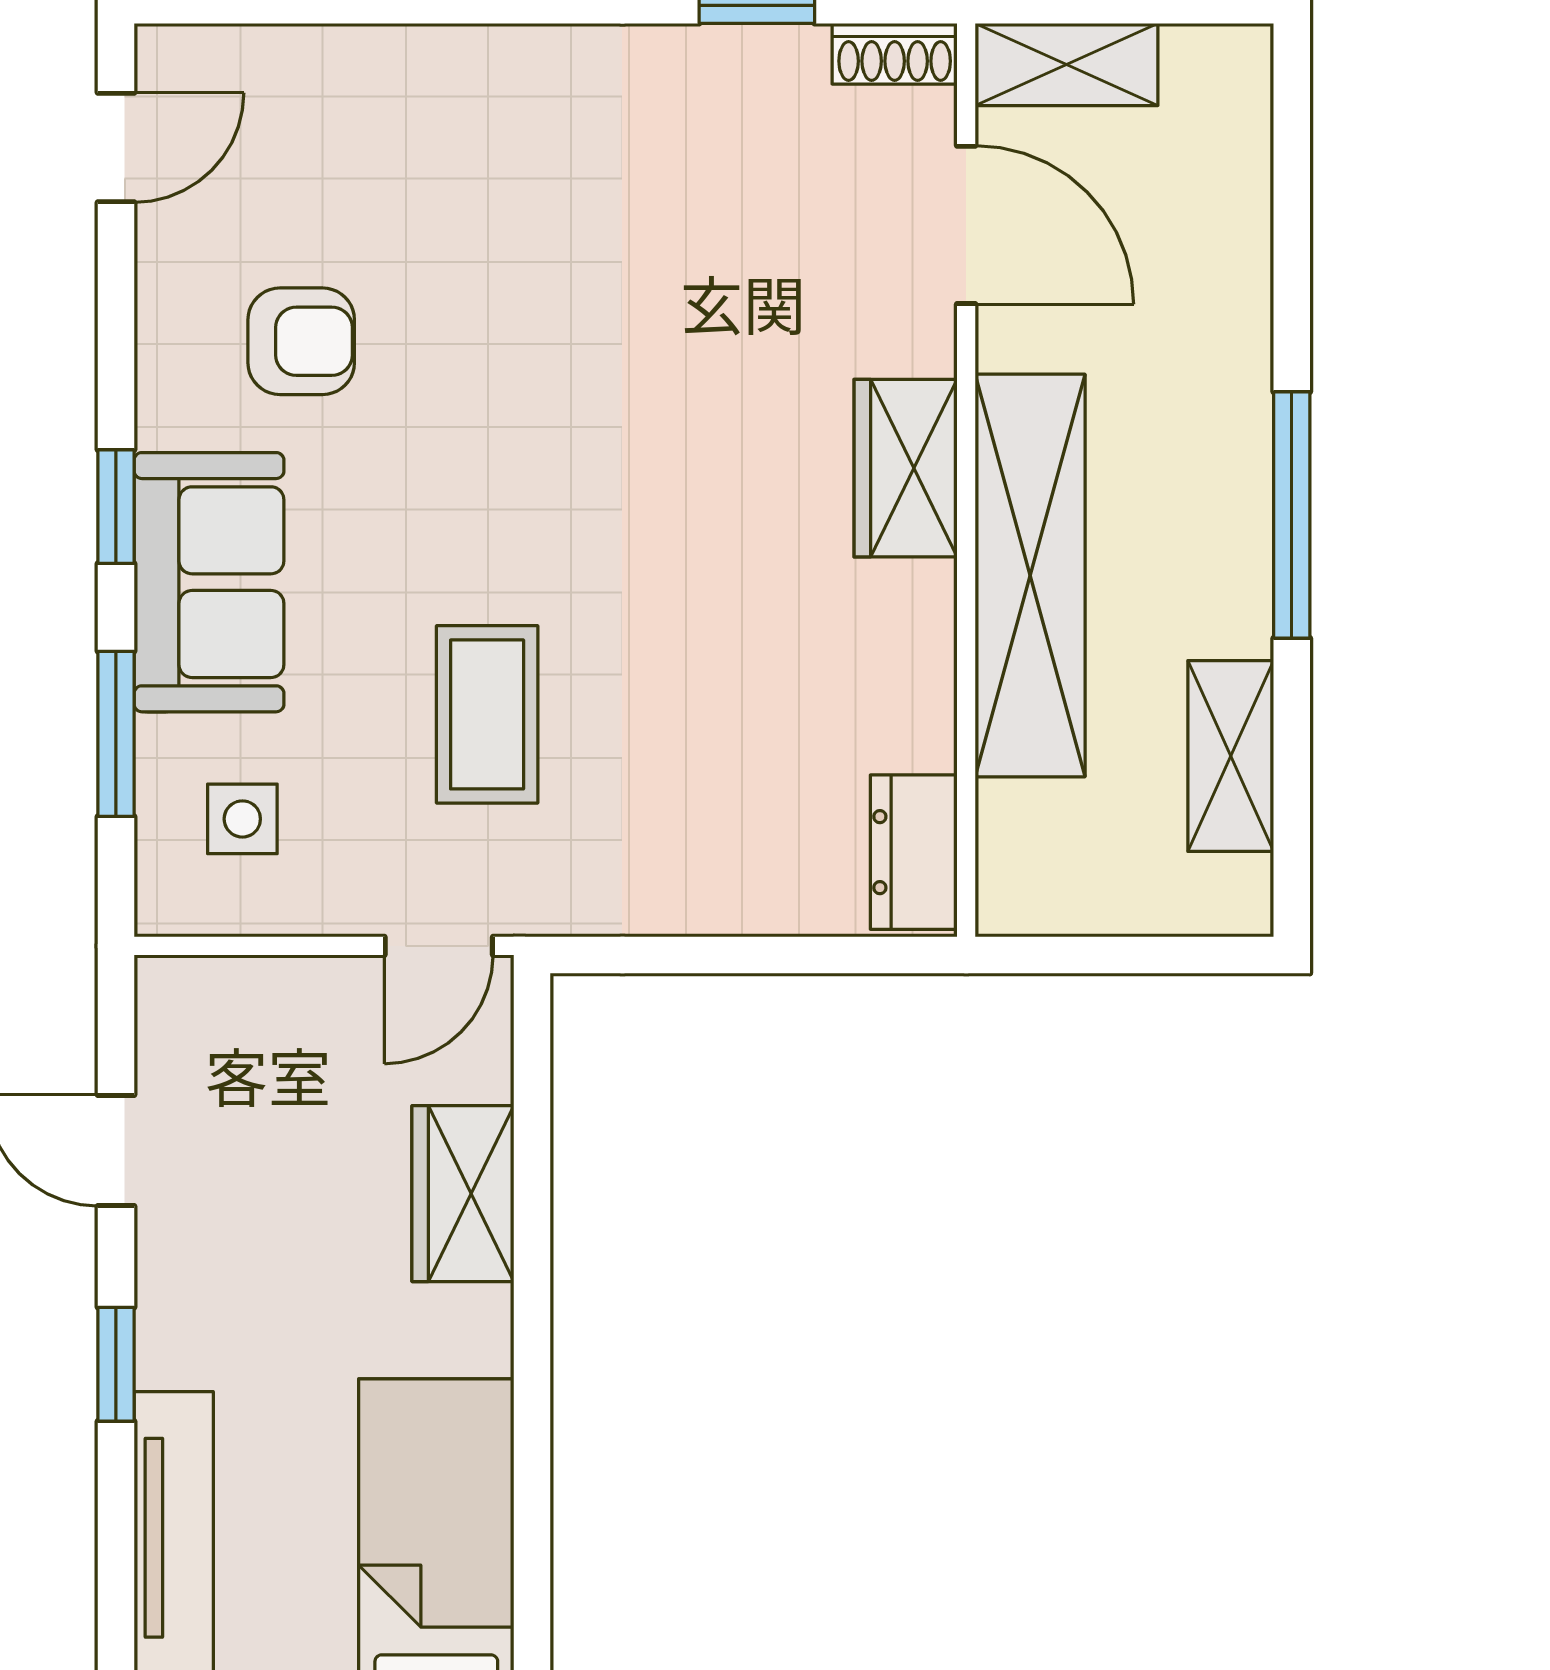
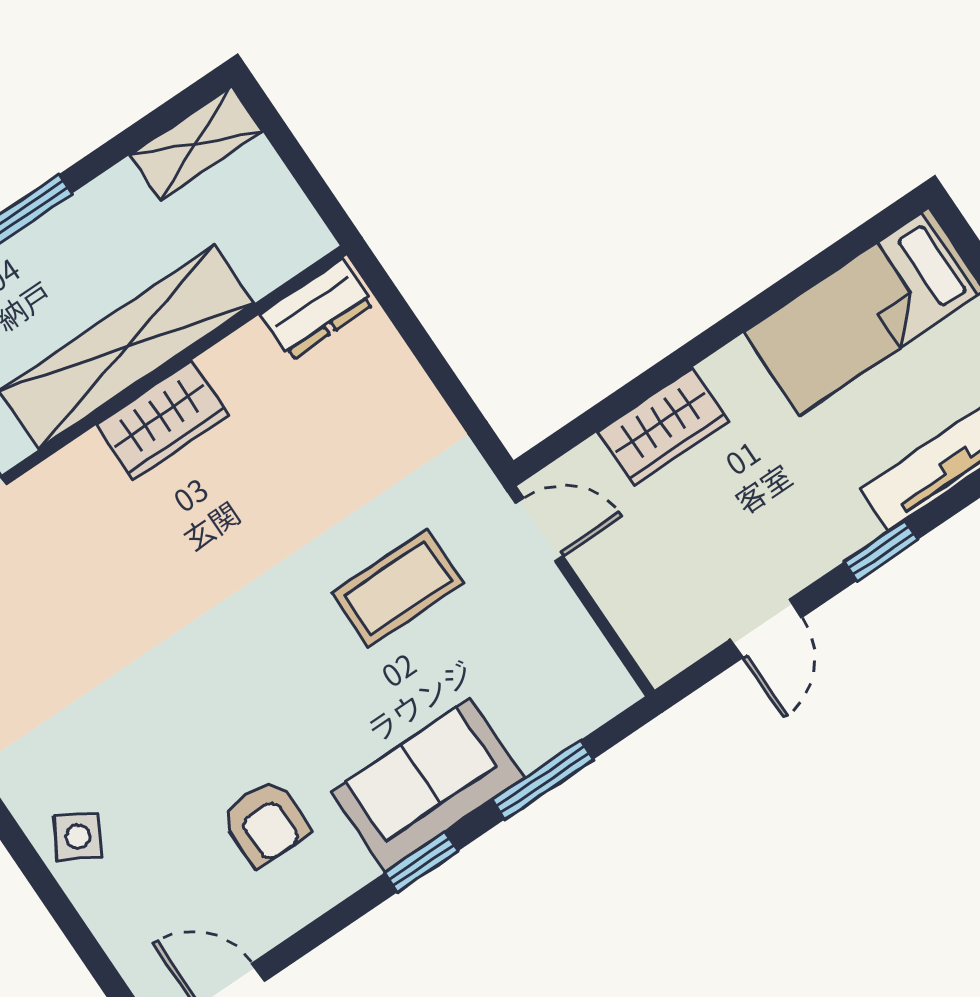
armchair: (301, 341) -> (265, 823), turned 180
wardrobe: (906, 468) -> (162, 420), moved
shelving: (1231, 756) -> (196, 143), moved
side table: (242, 819) -> (78, 837), moved, turned 30

